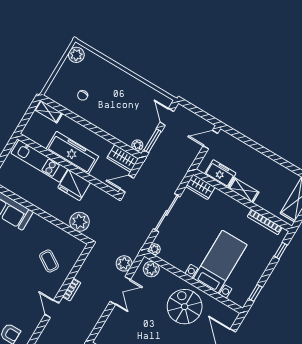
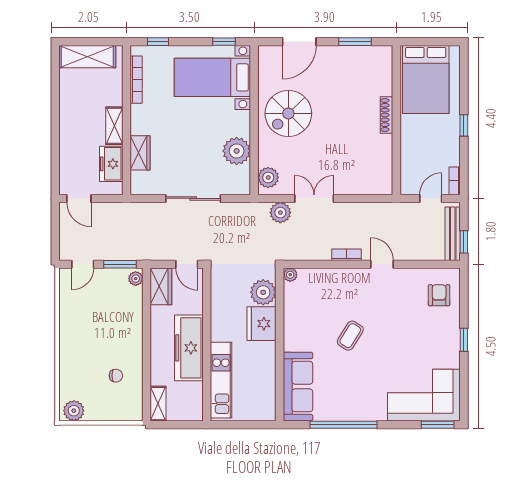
fridge: (74, 185) -> (262, 324), moved, turned 180
wardrobe: (200, 187) -> (140, 153), moved
plant: (80, 246) -> (290, 275), added
plant: (155, 249) -> (237, 151), moved, width x1.87, depth x1.87
coffee table: (49, 261) -> (350, 336), moved
bed with nightstands: (220, 262) -> (212, 77), moved
door: (52, 309) -> (382, 264), swing flipped

